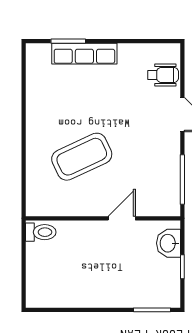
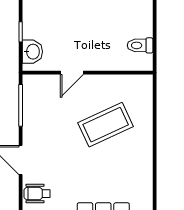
toilet: (41, 232) -> (140, 45), moved

